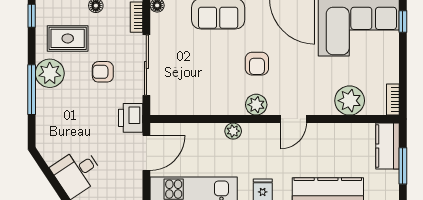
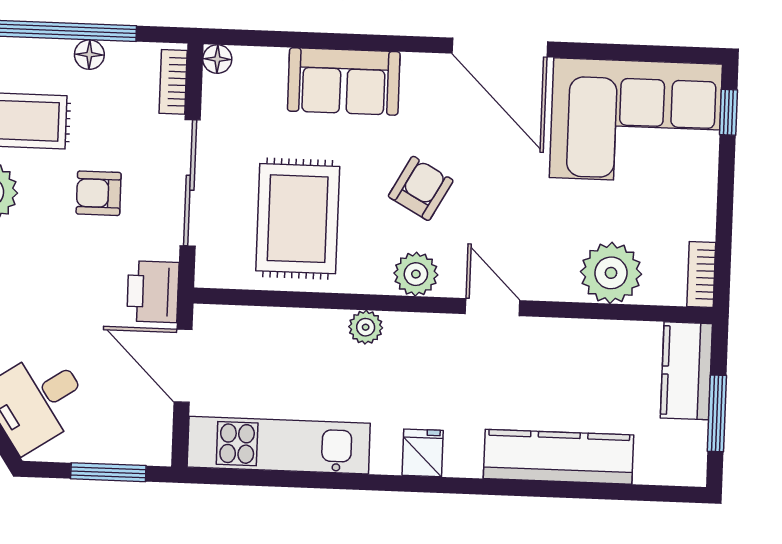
armchair: (257, 64) -> (421, 188), turned -151
rug: (199, 80) -> (298, 219), added
door: (294, 119) -> (493, 307), swing flipped
door: (146, 153) -> (183, 366), swing flipped

